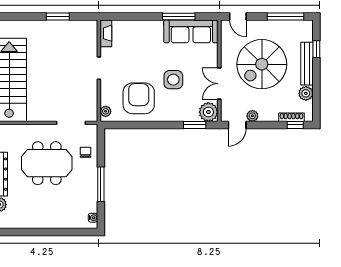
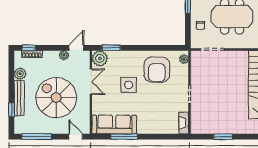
spiral stairs: (262, 64) -> (56, 98), turned -90

